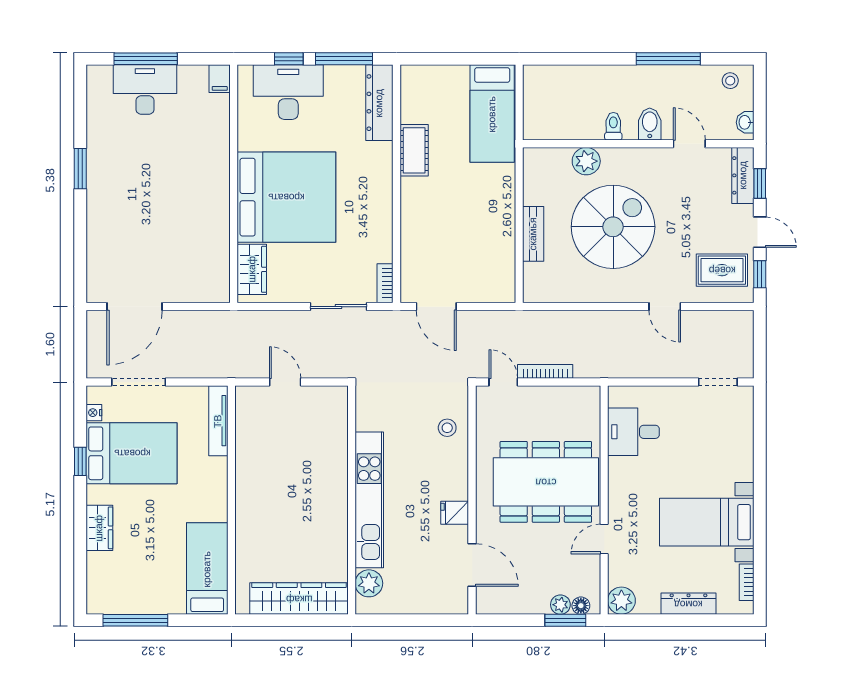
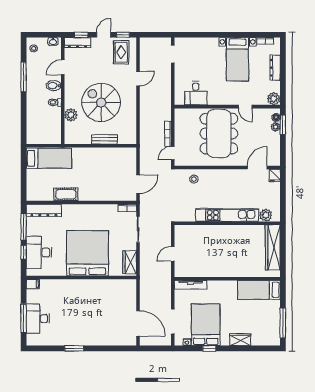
wardrobe: (252, 269) -> (130, 262), moved, turned -90
fridge: (455, 513) -> (275, 176), moved

